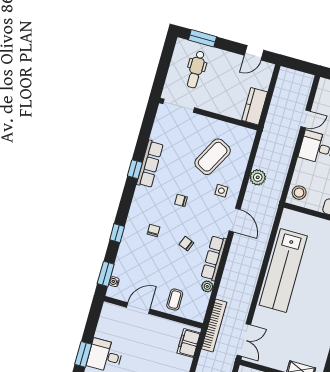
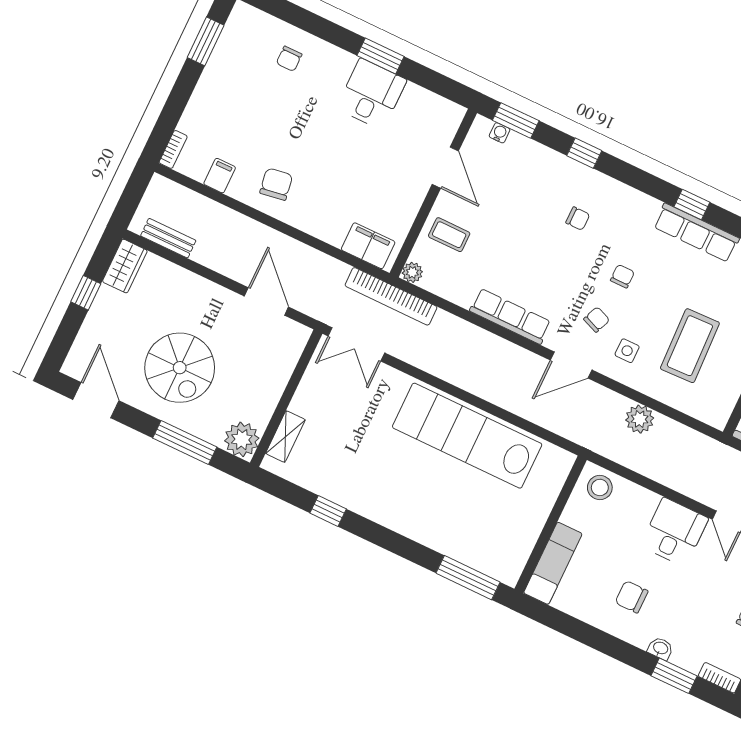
coffee table: (213, 157) -> (690, 346), turned 60
chair: (186, 244) -> (597, 320), moved
plant: (207, 286) -> (412, 272), moved

